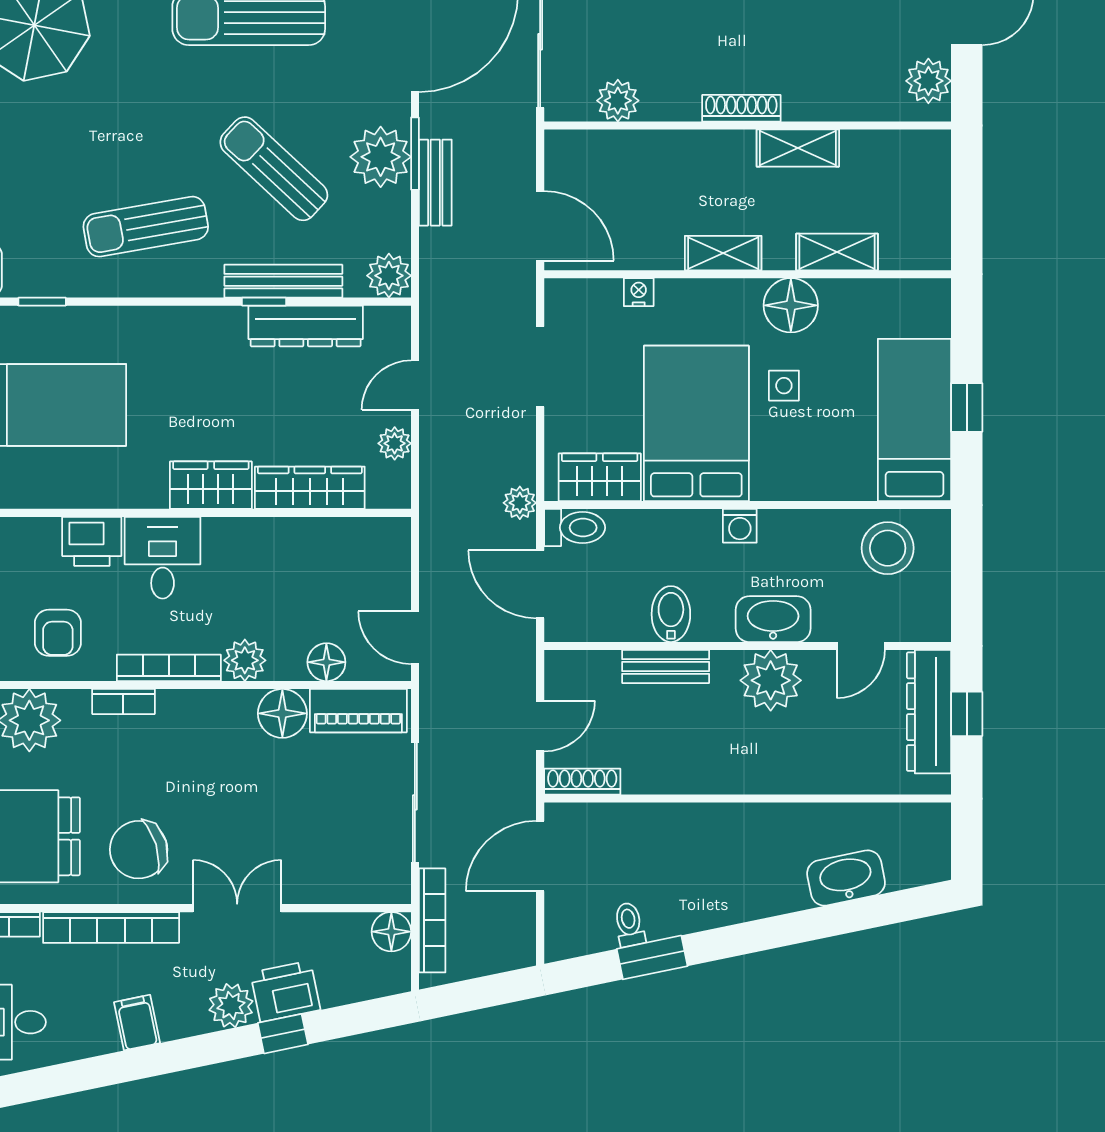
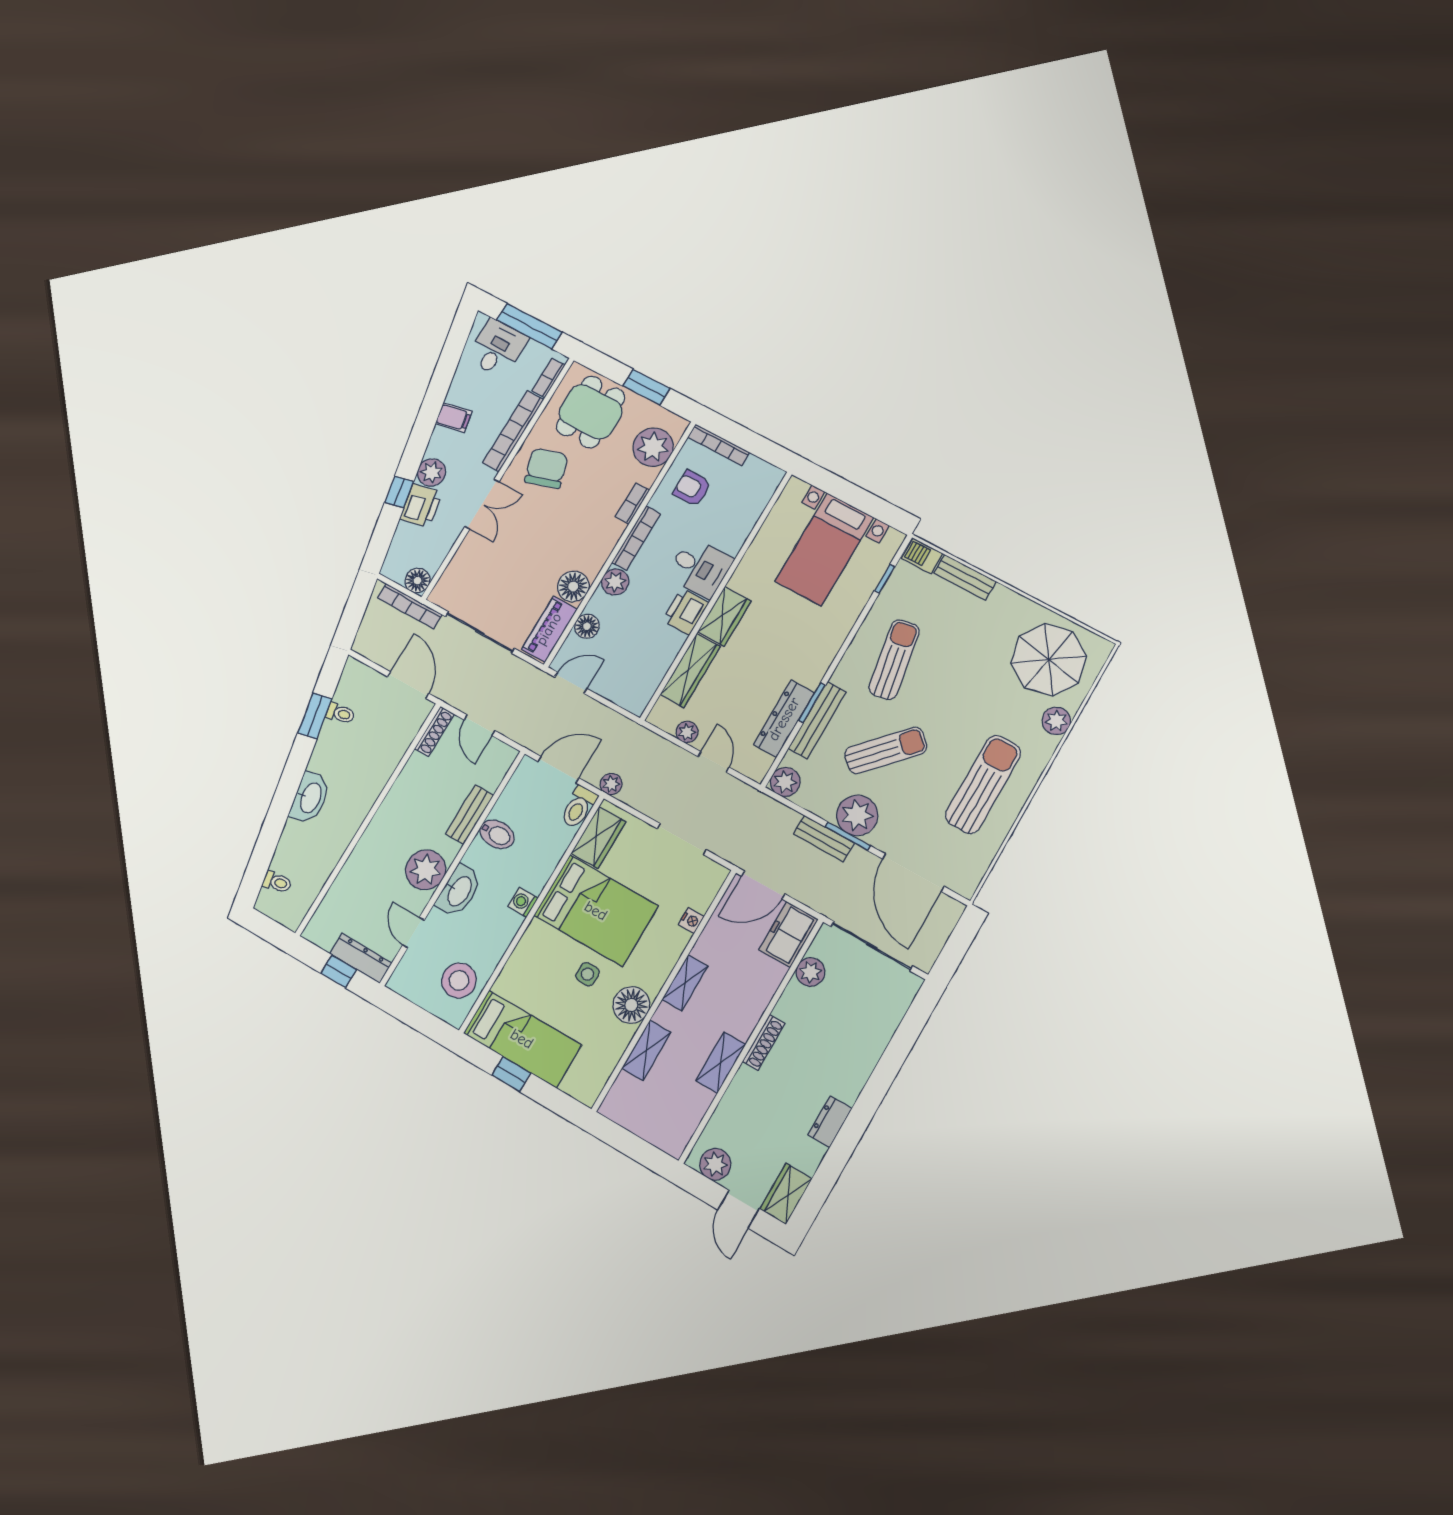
freezer: (585, 156) -> (789, 934), added
window: (264, 302) -> (812, 703), width x1.50
printer: (92, 541) -> (685, 612), moved
dresser: (929, 712) -> (361, 958), width x0.73, depth x0.80
toilet: (899, 869) -> (277, 882), added
washbasin: (846, 878) -> (310, 798), moved

